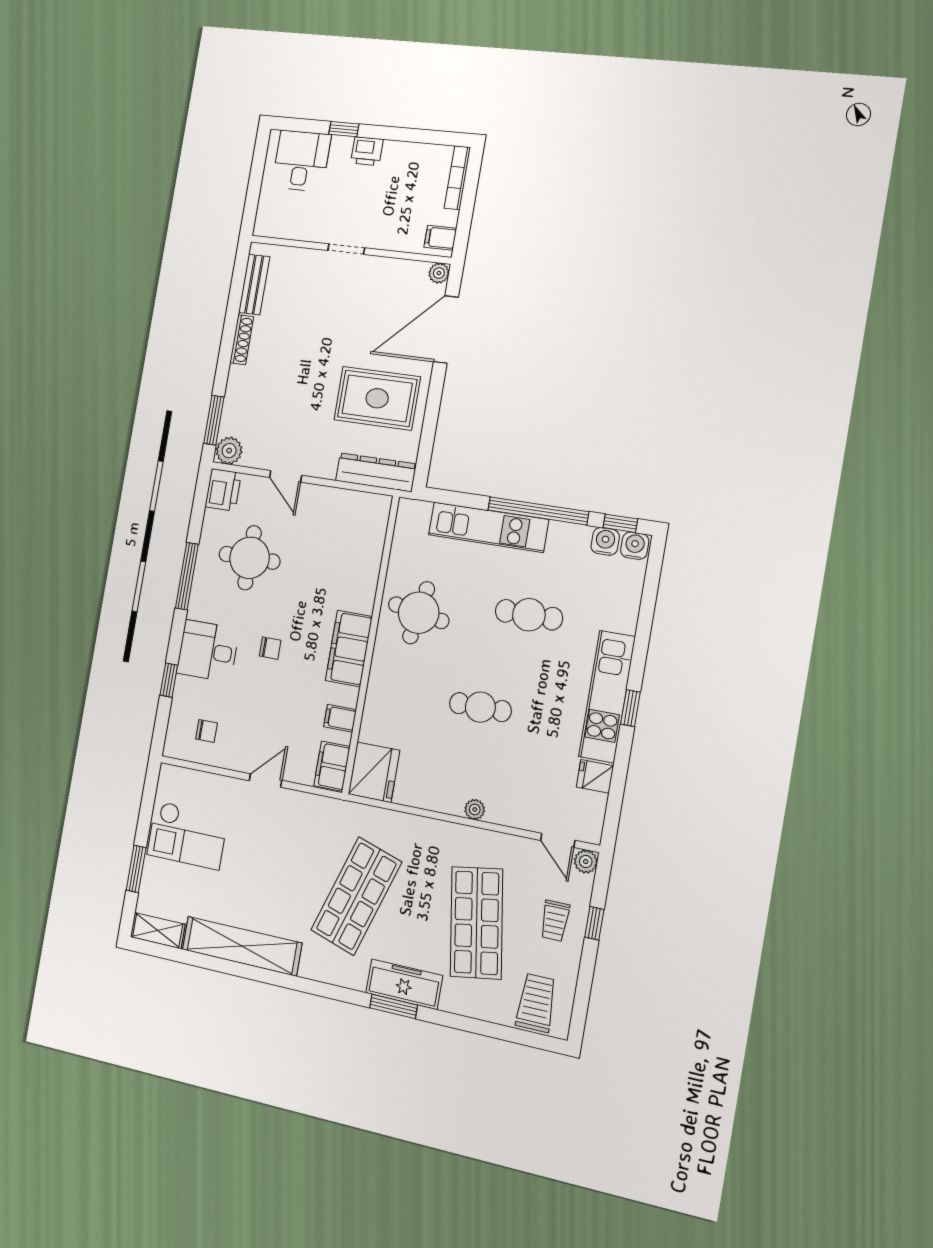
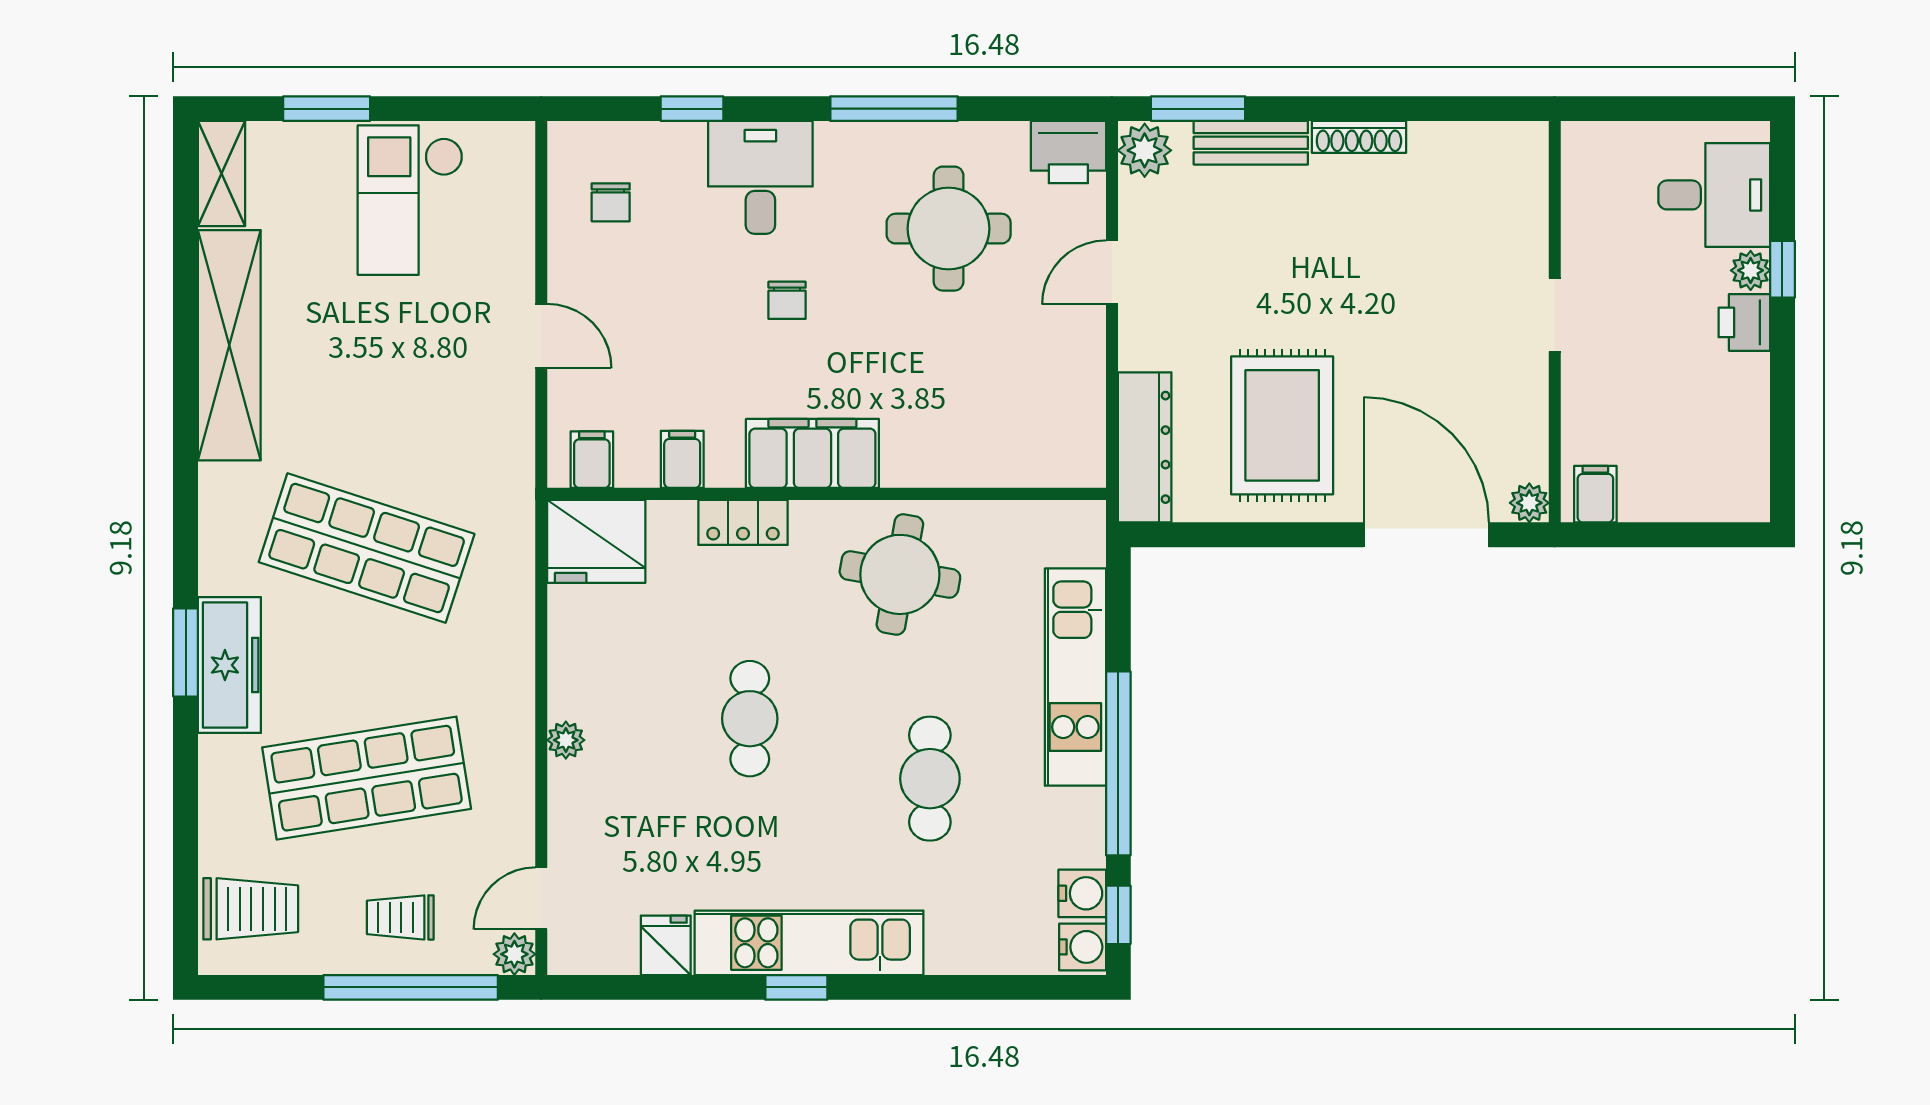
plant: (342, 146) -> (1751, 270), added
bookcase: (457, 178) -> (1711, 507), removed
bench: (254, 285) -> (1251, 143), moved
locker: (378, 692) -> (743, 522), added
filing cabinet: (332, 766) -> (592, 460), width x0.50
window: (594, 923) -> (411, 987), width x3.17

